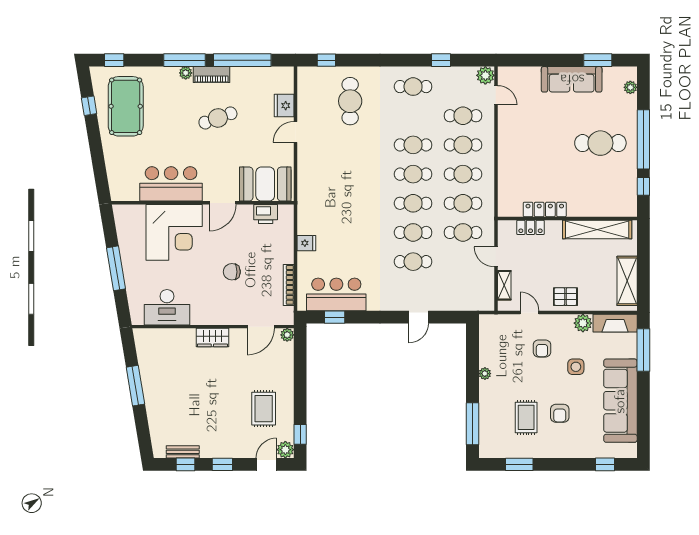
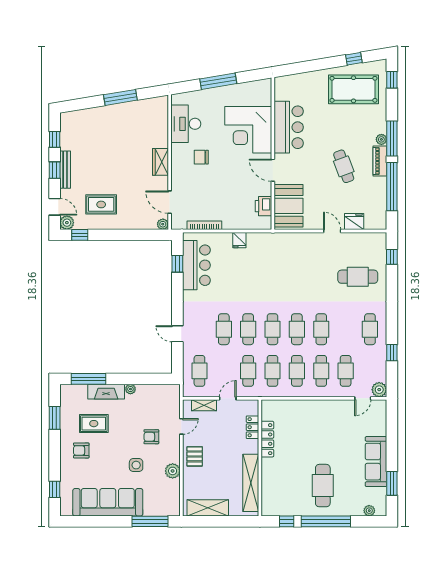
chair: (232, 272) -> (201, 157), moved, turned -90
cafe table: (463, 291) -> (199, 371), added
fireplace: (615, 323) -> (106, 392), moved, turned -90
armchair: (560, 413) -> (81, 450), moved
bench: (183, 452) -> (65, 170), moved, width x1.36

